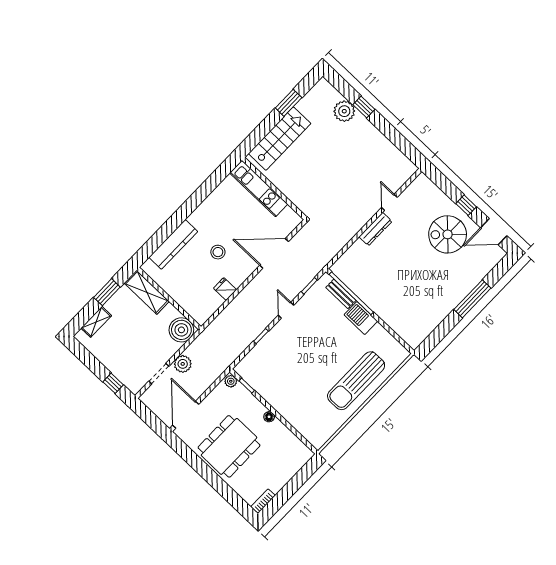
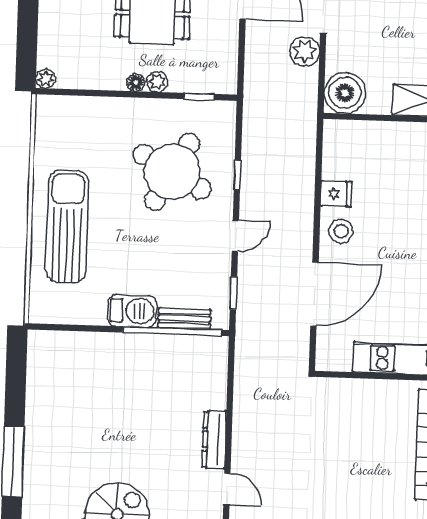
stool: (218, 252) -> (341, 231), moved
door: (286, 310) -> (235, 236), hinge flipped
round table: (288, 363) -> (172, 172), added
plant: (231, 381) -> (157, 82), moved
plant: (307, 454) -> (46, 79), added

